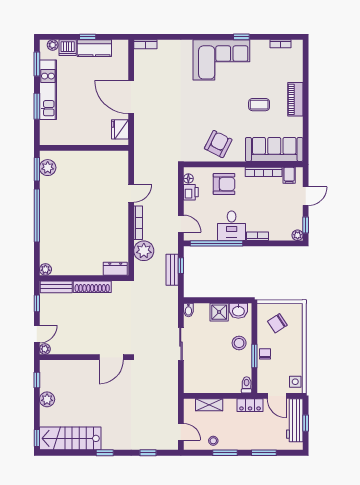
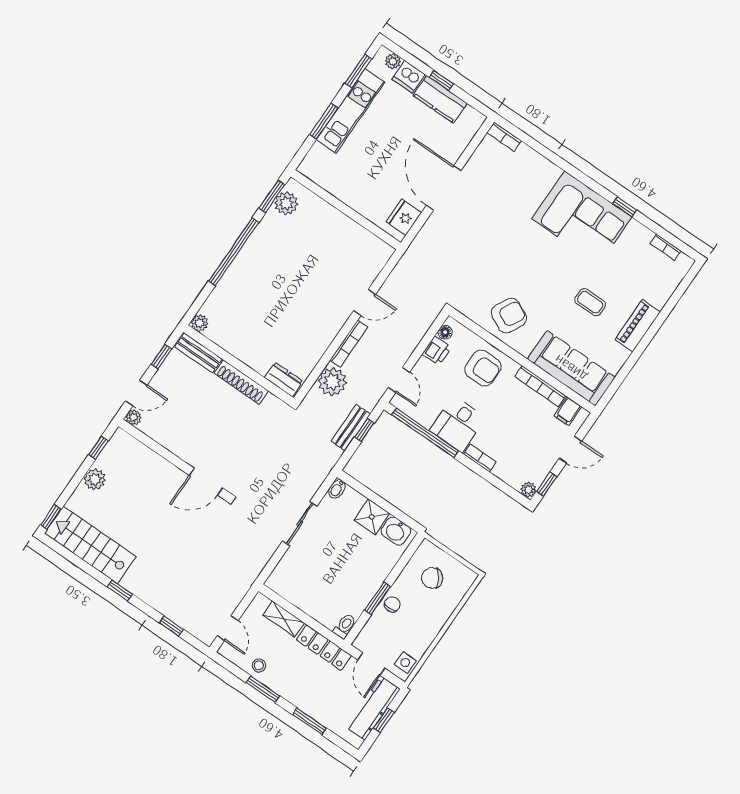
stool: (239, 343) -> (370, 570), removed
locker: (250, 405) -> (324, 648), width x1.53

